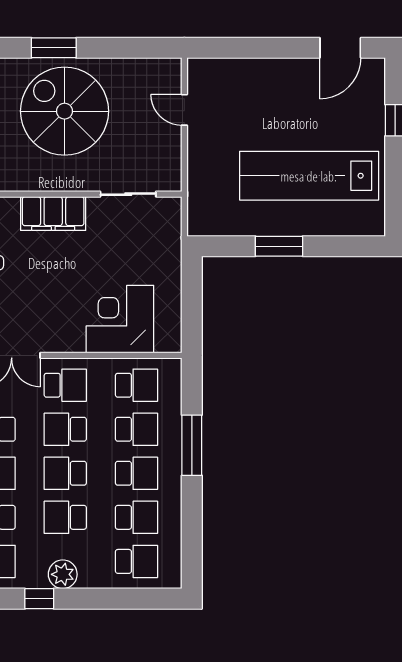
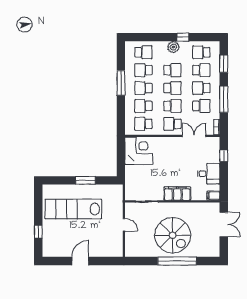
window: (54, 48) -> (177, 261), width x2.11
door: (340, 48) -> (80, 261), moved
door: (184, 110) -> (124, 225), moved
lab bench: (309, 176) -> (73, 209), turned 180
corner desk: (120, 319) -> (139, 151), moved, turned -90
window: (192, 445) -> (121, 83), moved
school desk: (136, 561) -> (143, 52), turned 180

